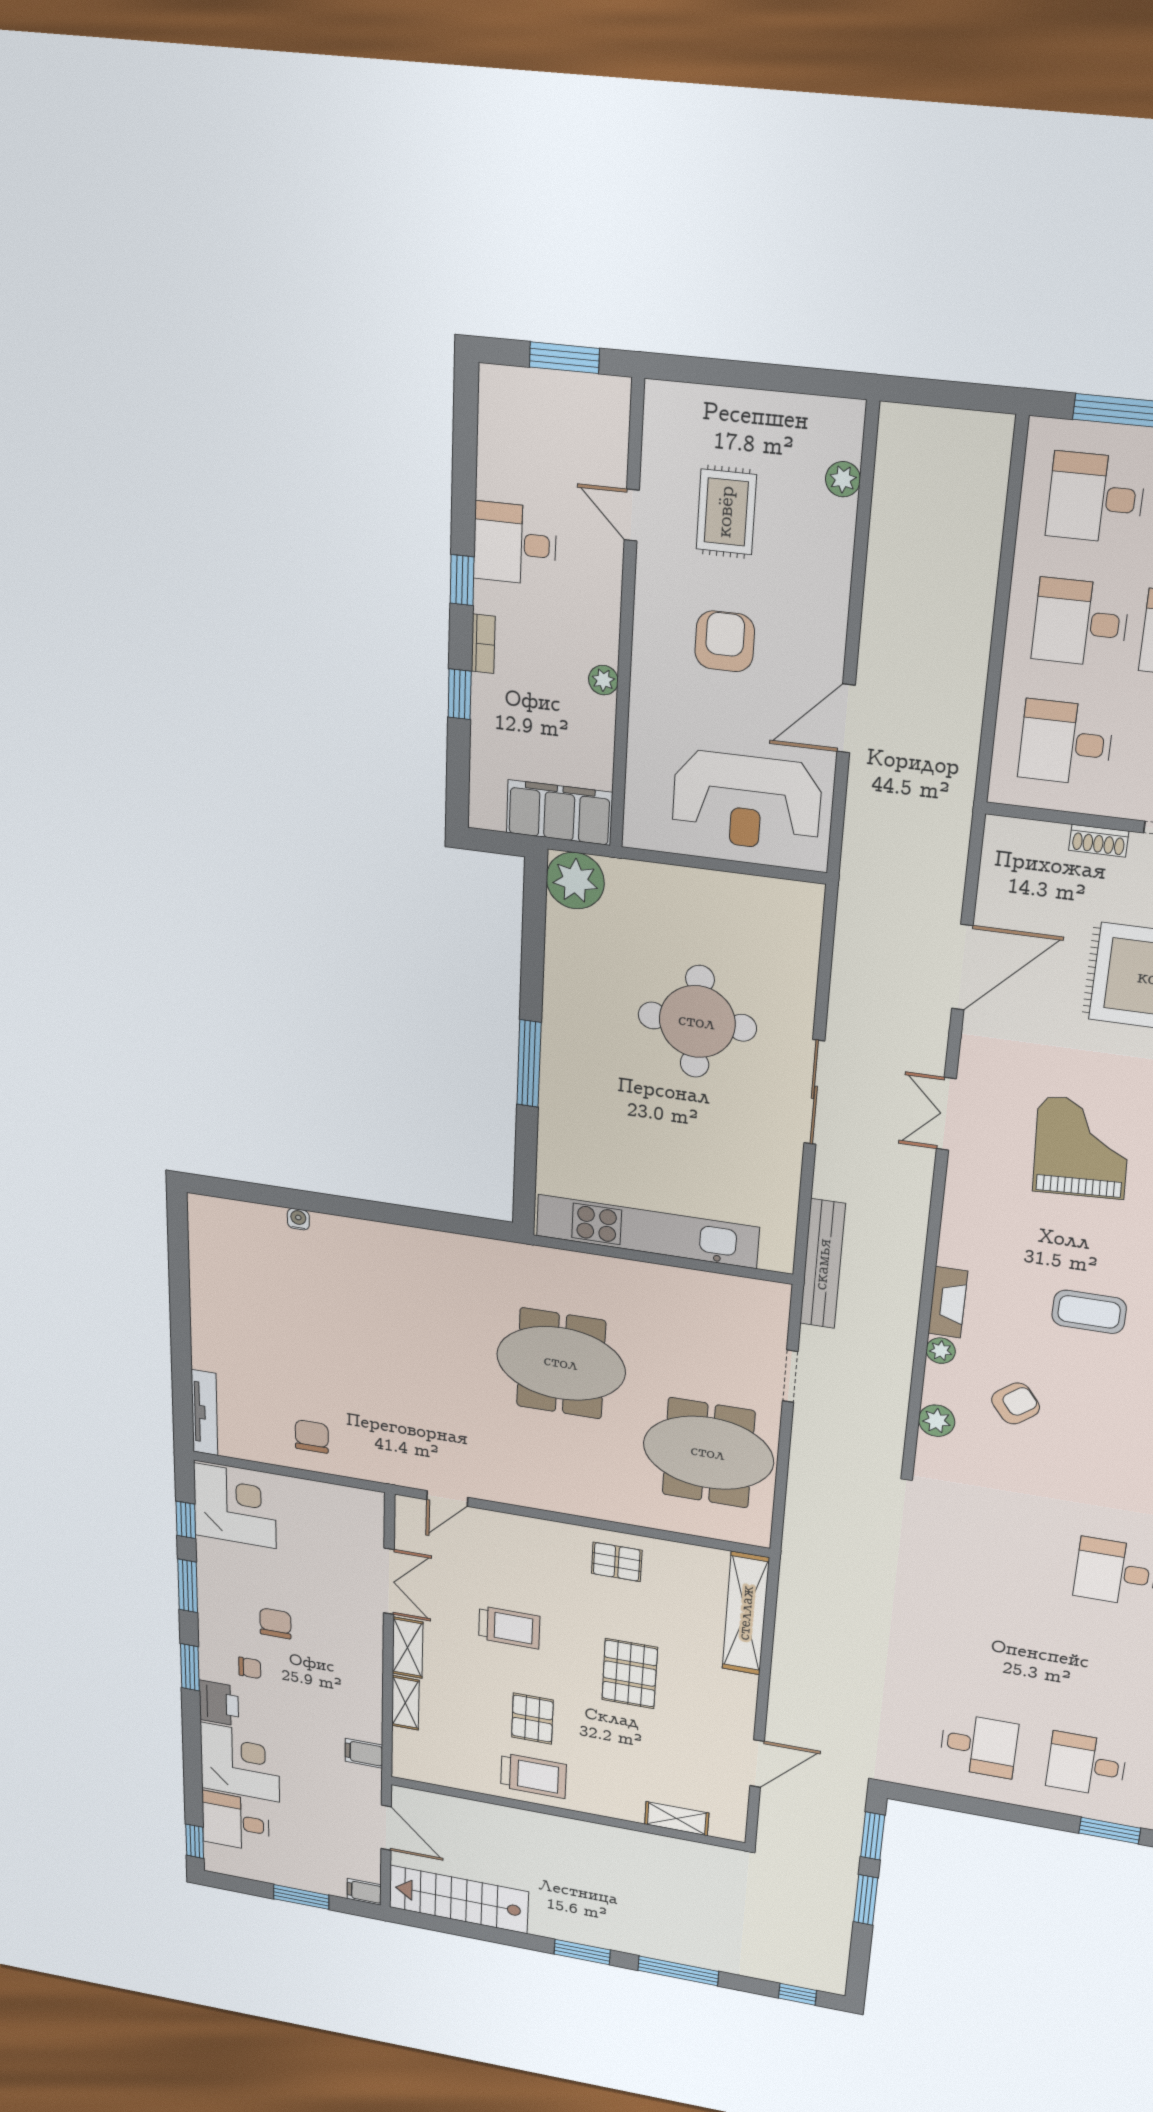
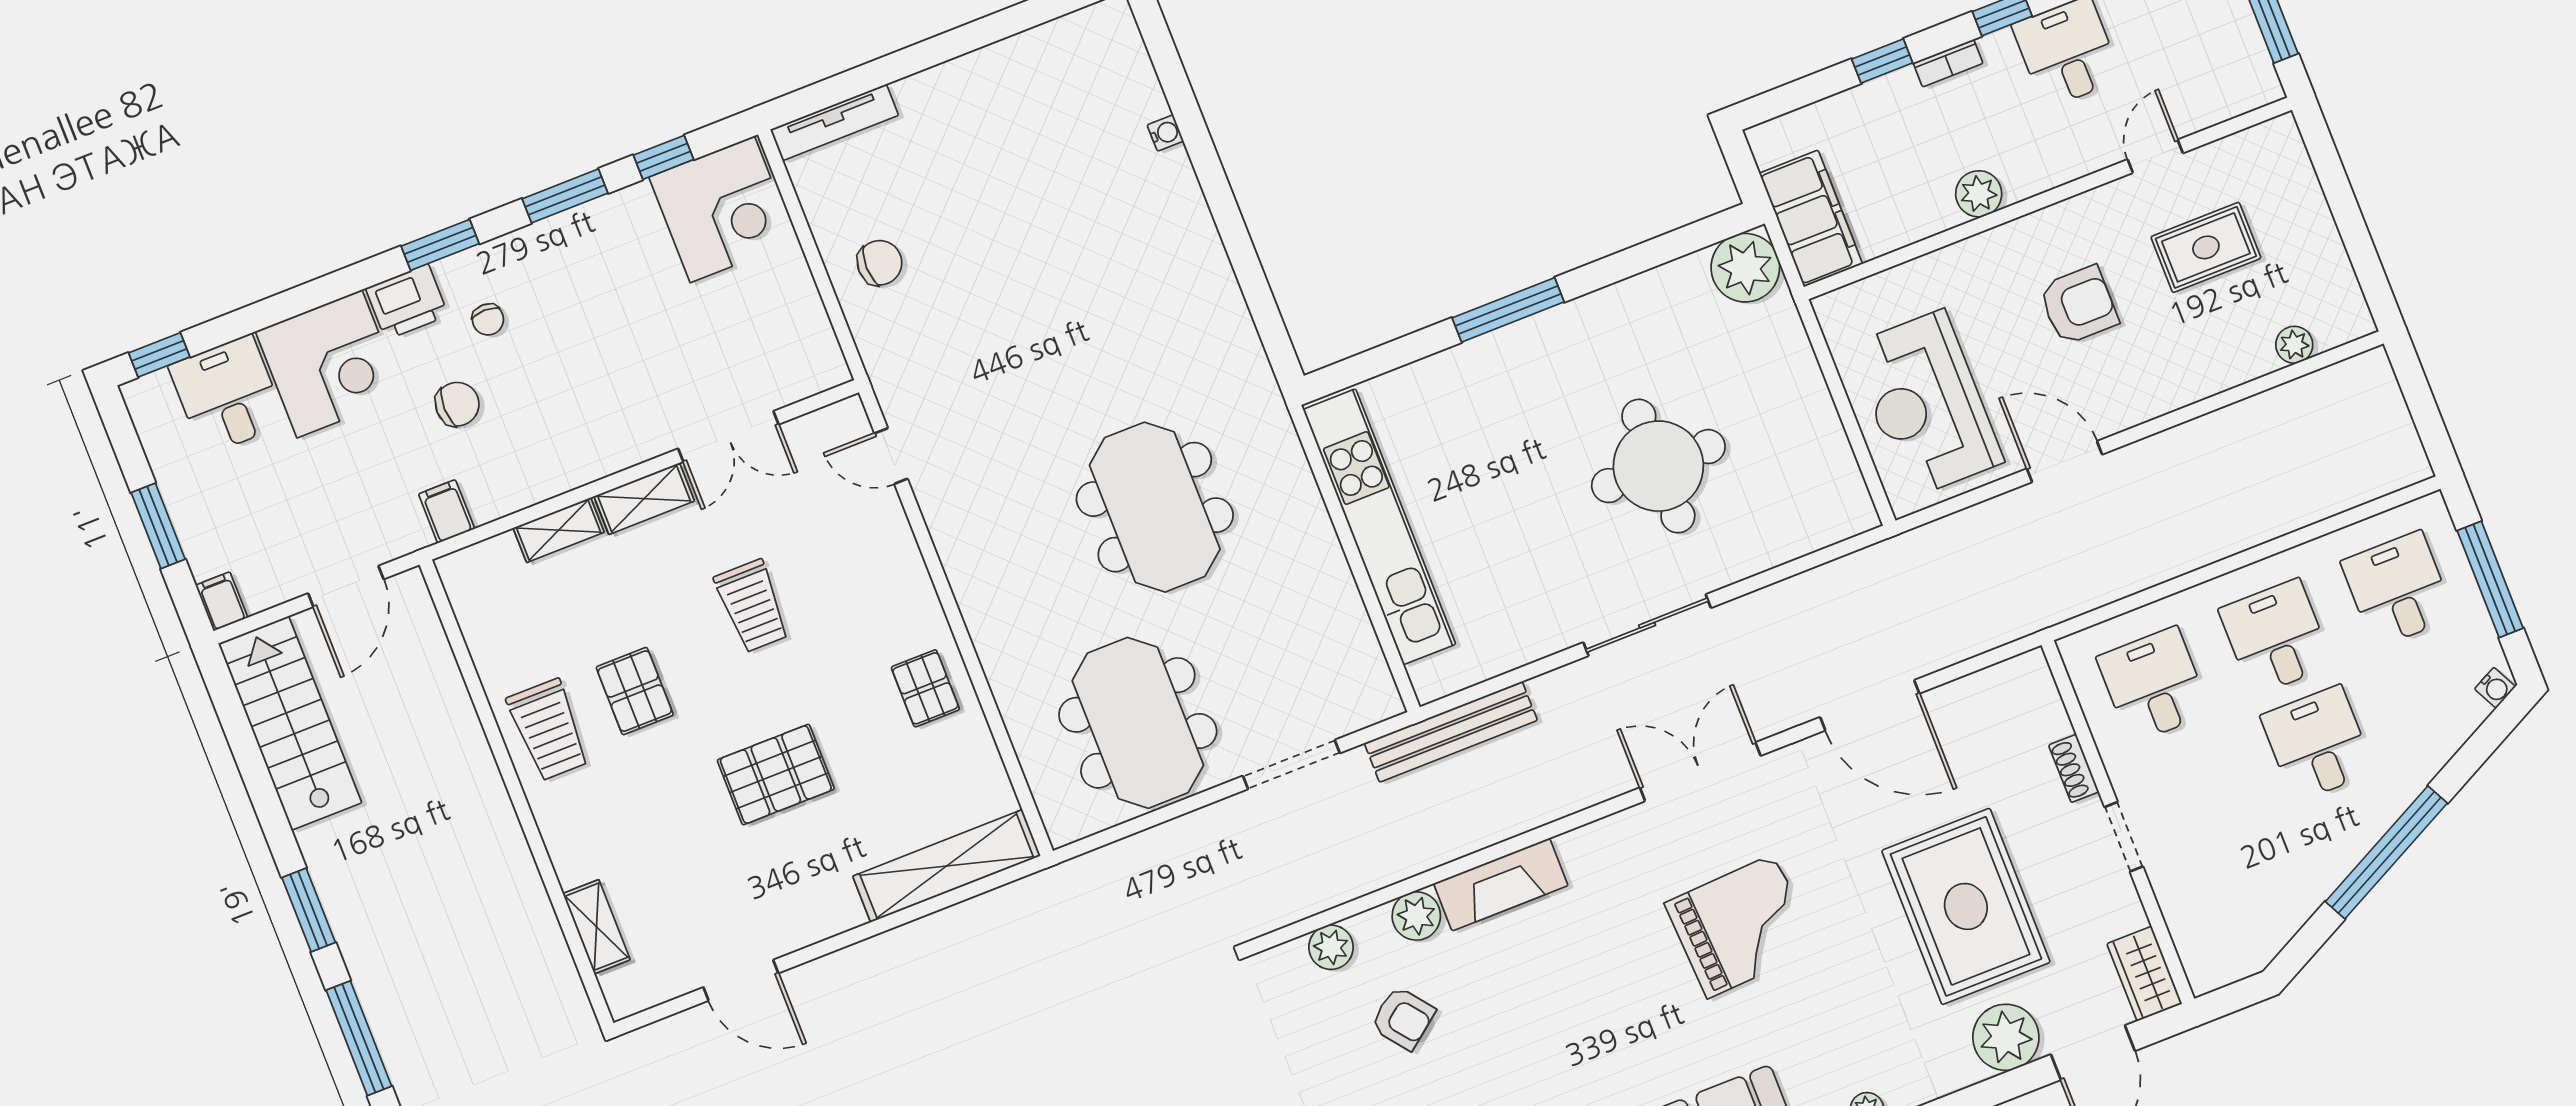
plant: (603, 680) -> (1979, 194), width x1.38, depth x1.38
double door: (946, 1114) -> (1700, 772), width x1.37
fireplace: (948, 1302) -> (1501, 884), width x1.37, depth x1.32
coffee table: (1089, 1312) -> (1558, 1035), removed
plant: (941, 1351) -> (1416, 916), width x1.38, depth x1.38
doorway: (790, 1376) -> (1291, 765), width x1.38
chair: (275, 1623) -> (457, 404), moved
pallet: (532, 1719) -> (635, 691), turned 90

